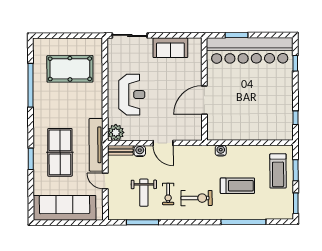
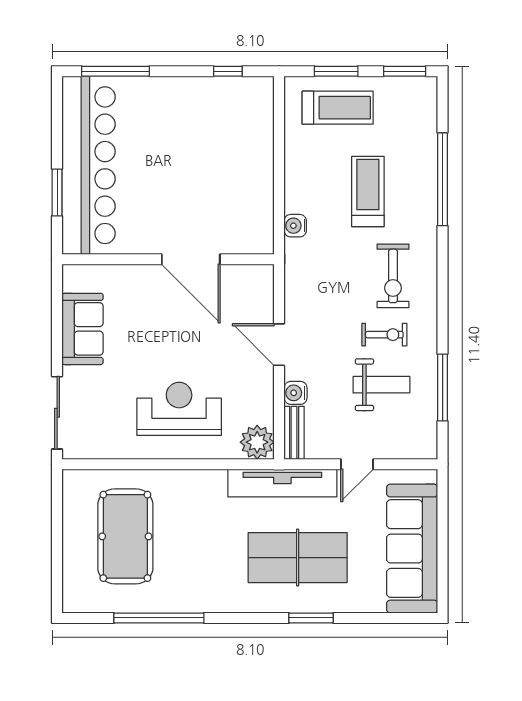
window: (295, 63) -> (116, 71), width x2.17
door: (163, 143) -> (279, 345), swing flipped
exercise bike: (197, 198) -> (393, 276), turned 180

